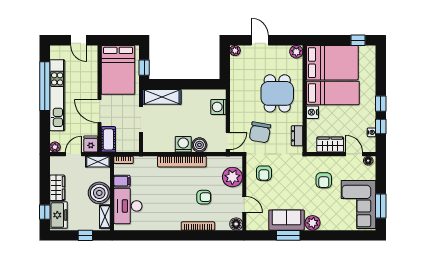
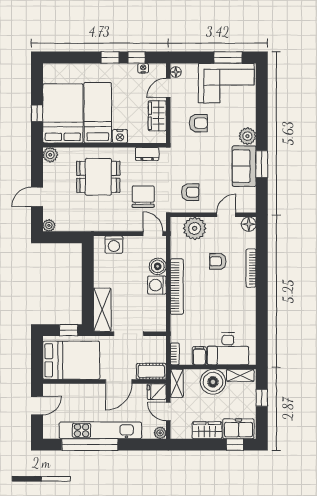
window: (358, 40) -> (37, 113), moved
chair: (260, 132) -> (143, 197), turned -100
armchair: (204, 197) -> (218, 261), turned -90

